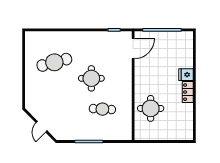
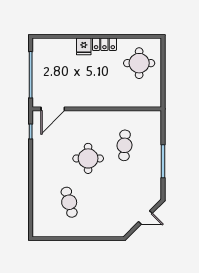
door: (133, 49) -> (53, 109), swing flipped
cafe table: (54, 62) -> (69, 202), width x0.73, depth x0.74
round table: (151, 108) -> (139, 63), moved

